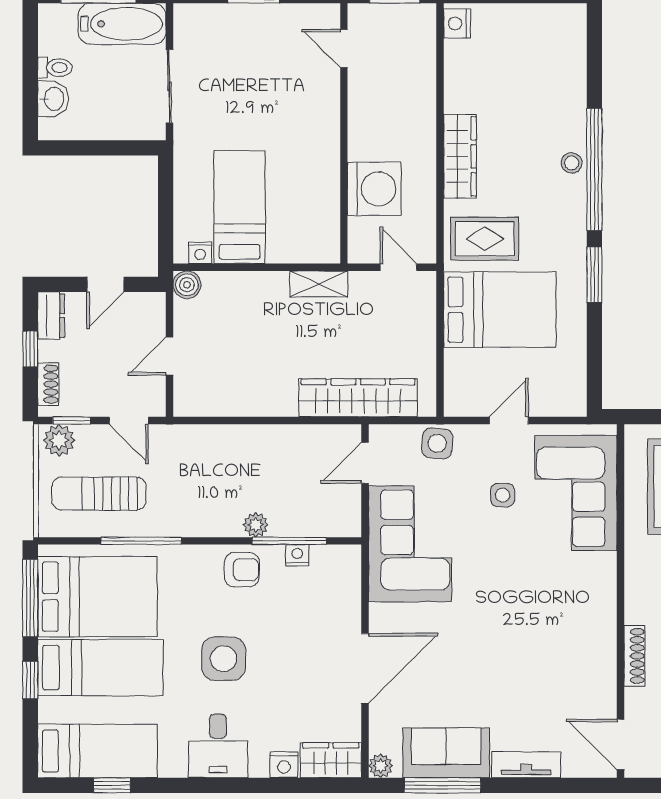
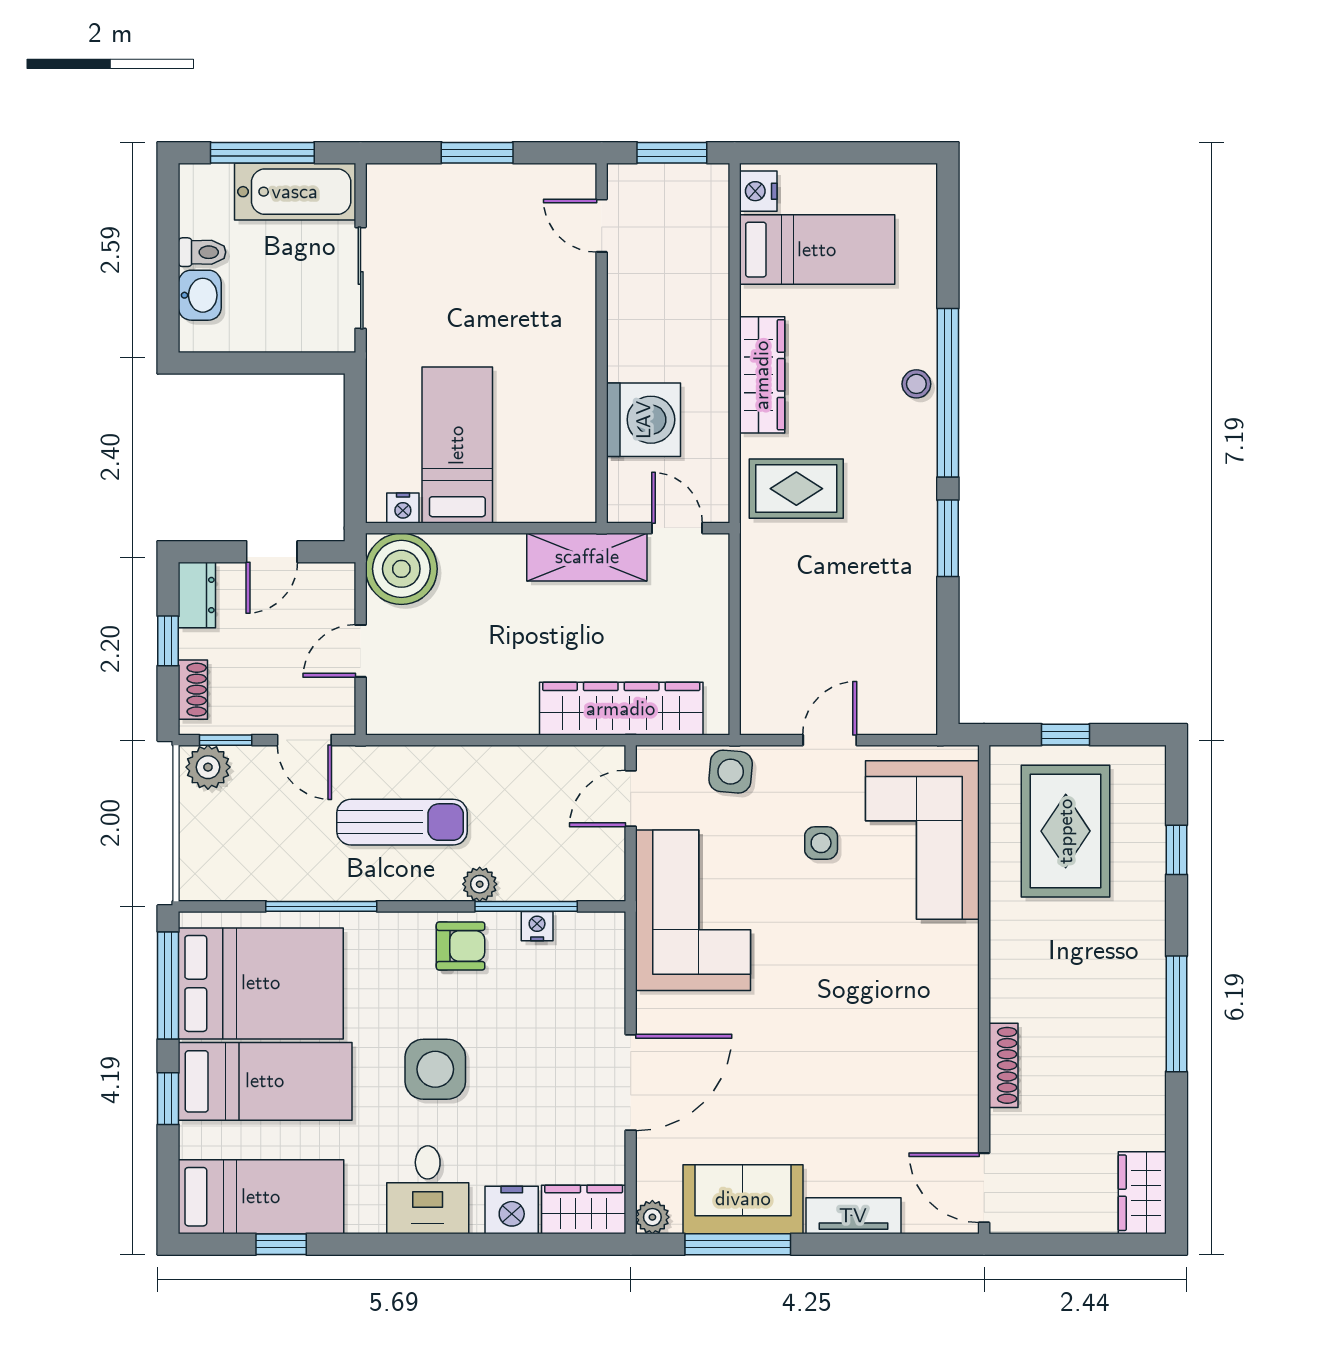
shelving: (319, 284) -> (587, 557), width x1.50, depth x1.33
boiler: (187, 285) -> (401, 569), width x1.86, depth x1.86
bed: (500, 310) -> (817, 250), moved, width x0.67
sun lounger: (99, 494) -> (402, 822), moved, turned 180
nightstand: (284, 765) -> (512, 1210), width x1.36, depth x1.33

